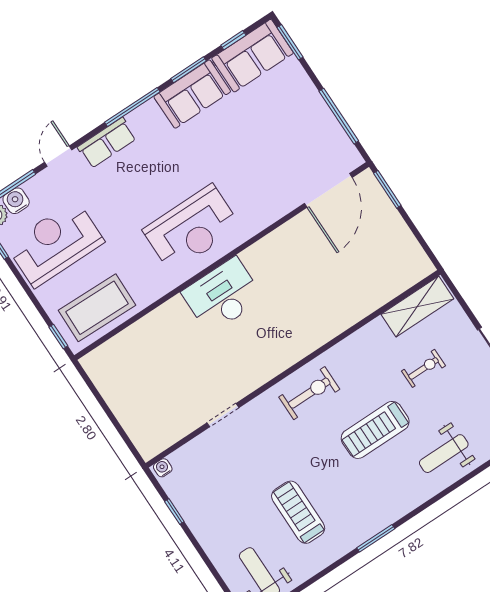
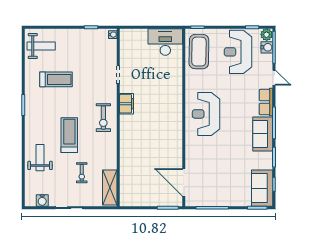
sofa: (192, 94) -> (263, 134), moved
reception desk: (55, 243) -> (238, 52), turned 180
desk: (223, 295) -> (165, 42), moved, turned -90
filing cabinet: (261, 370) -> (126, 104), added

